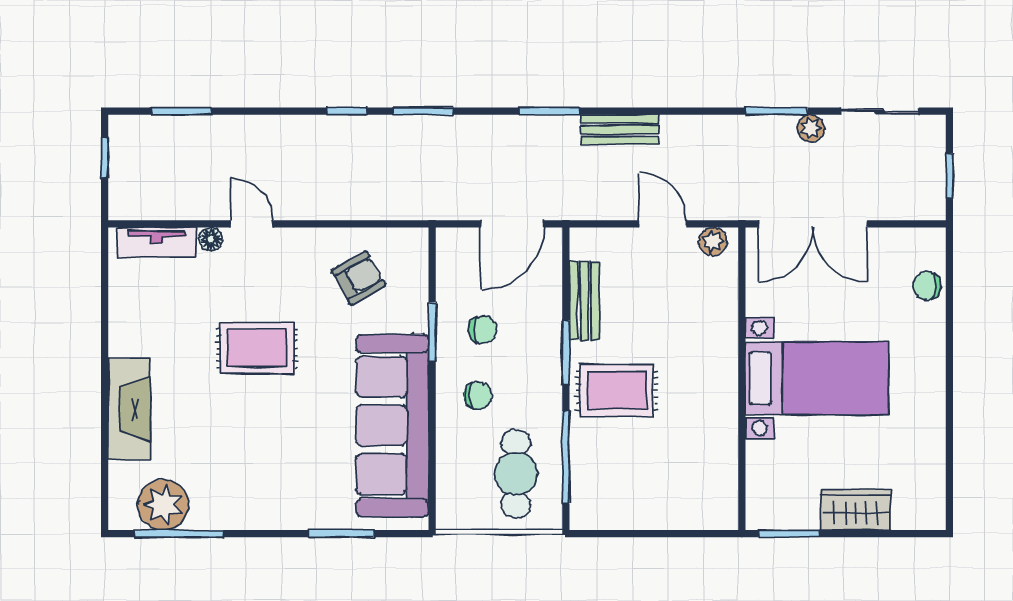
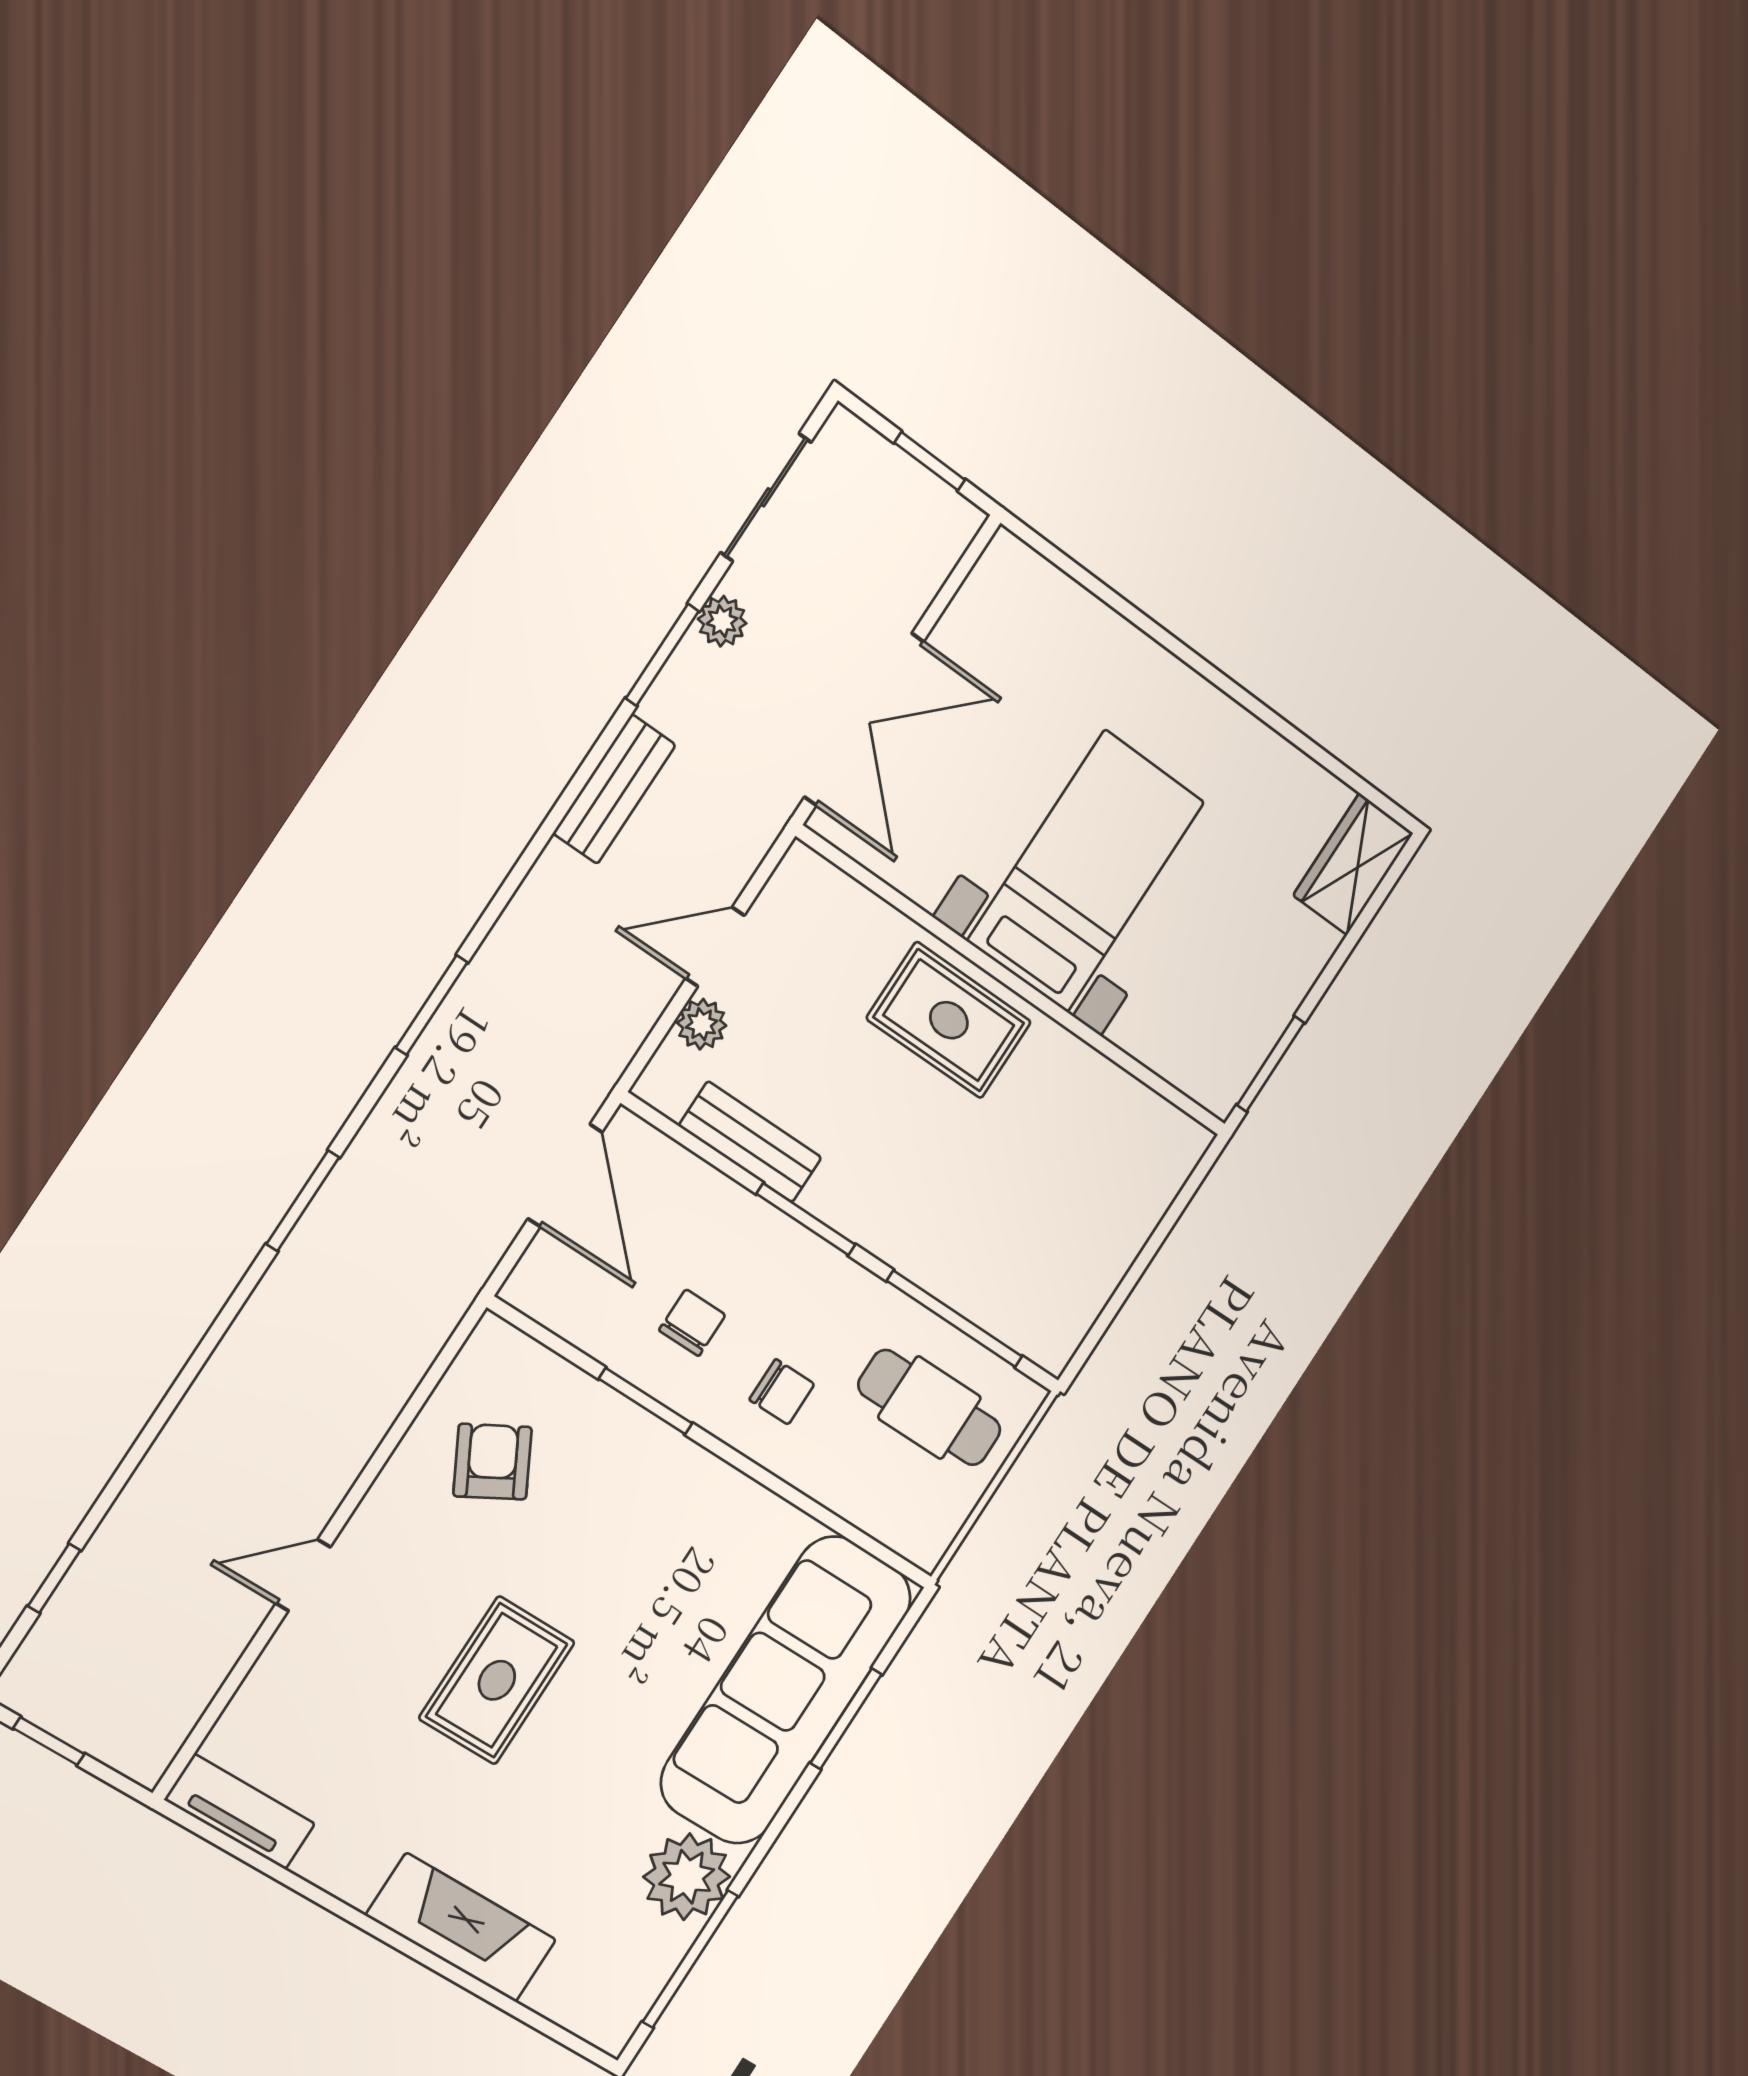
window: (181, 111) -> (54, 1578), width x0.67
window: (347, 111) -> (224, 1320), removed
bench: (620, 130) -> (614, 789), moved
floor lamp: (211, 239) -> (286, 1652), removed
plant: (713, 241) -> (702, 1024), moved
tv unit: (157, 242) -> (240, 1812), moved, turned -90
chair: (927, 286) -> (1065, 613), removed
rug: (617, 390) -> (949, 1020), moved, turned 90
chair: (478, 395) -> (782, 1392), turned 90
sofa: (392, 425) -> (786, 1690), moved, turned 90
plant: (163, 505) -> (687, 1877), moved
wardrobe: (856, 510) -> (1353, 864), moved

